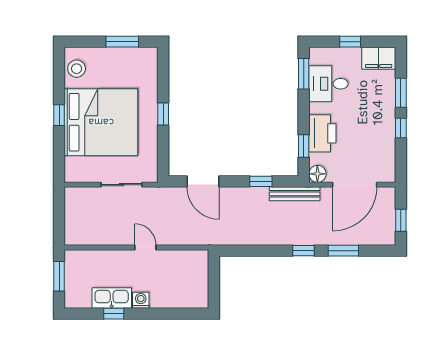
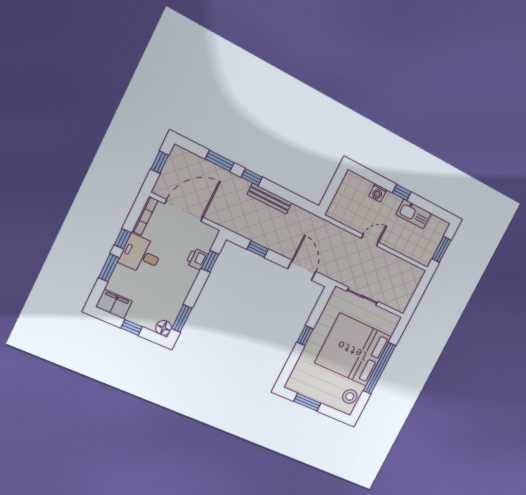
desk: (328, 84) -> (141, 255), moved, turned 180
window: (59, 115) -> (380, 368), width x3.17
printer: (322, 133) -> (197, 259), width x0.53, depth x0.68
bookcase: (390, 161) -> (145, 216), added
floor lamp: (317, 174) -> (164, 328), moved
bench: (295, 194) -> (269, 199), moved
door: (145, 248) -> (370, 240), swing flipped
washing machine: (141, 300) -> (378, 193), moved
window: (114, 314) -> (402, 192), moved

